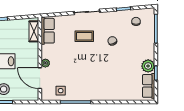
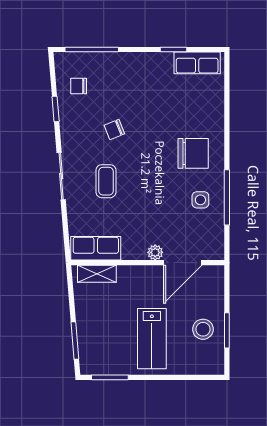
plant: (148, 66) -> (161, 64), removed
chair: (99, 84) -> (193, 153), added
side table: (61, 91) -> (200, 200), moved

